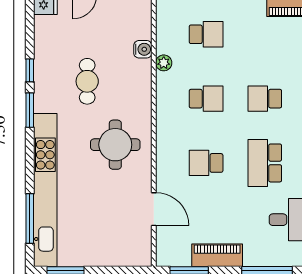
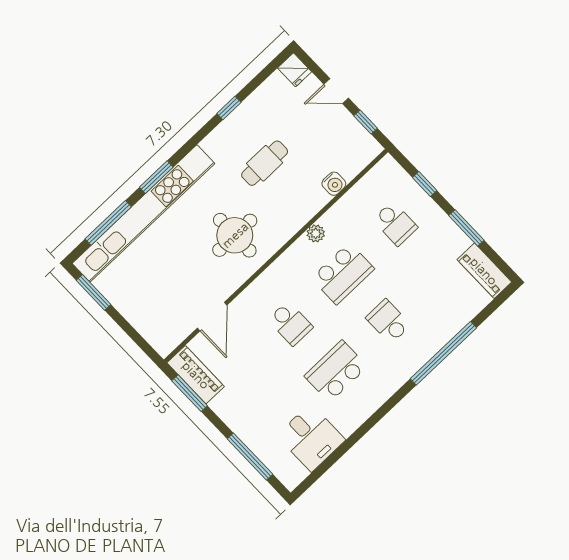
plant: (164, 63) -> (316, 233), moved
school desk: (206, 99) -> (343, 274), width x1.85
window: (30, 110) -> (156, 177), moved
school desk: (206, 163) -> (290, 323), turned 180
piano: (217, 255) -> (196, 375), moved

